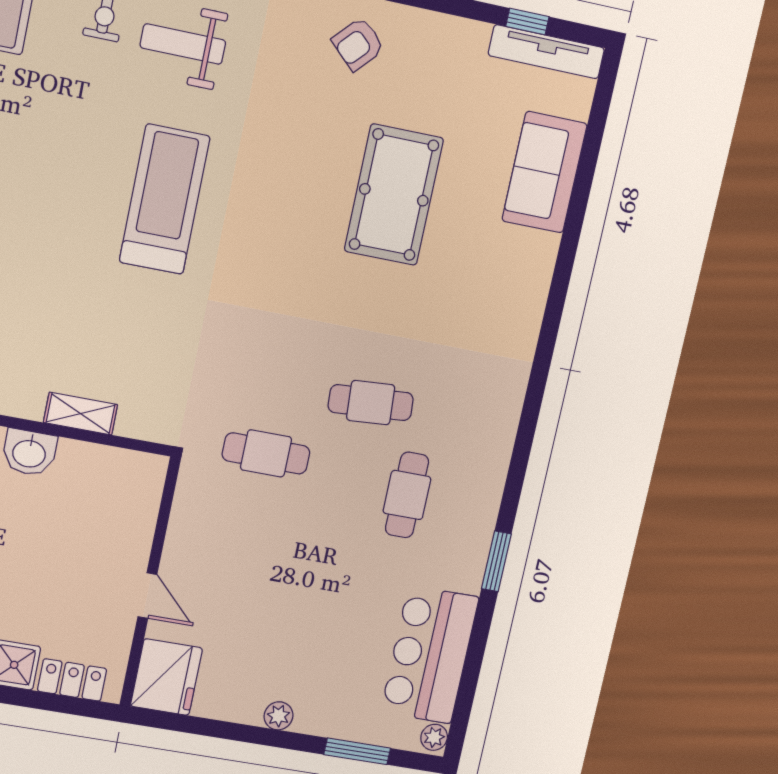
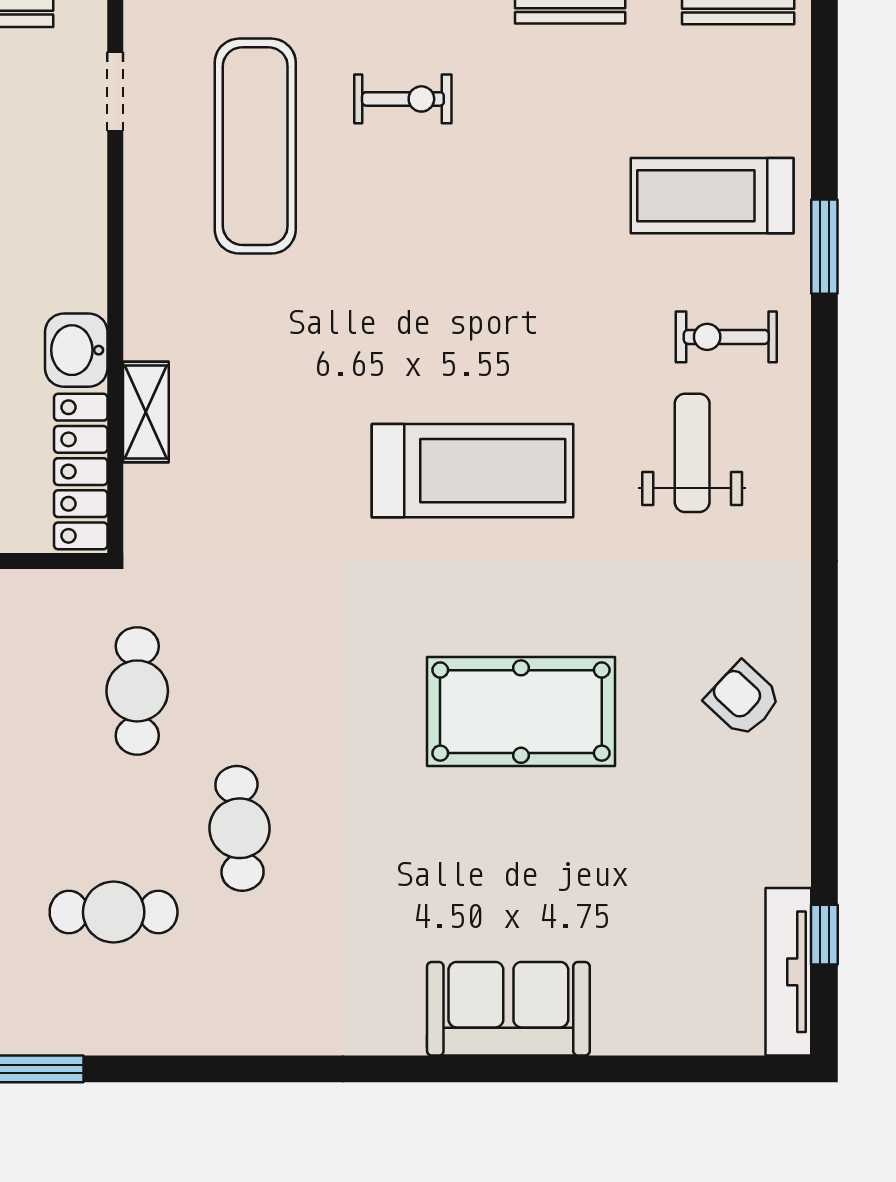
sofa: (545, 172) -> (508, 1009), moved
pool table: (394, 195) -> (521, 712), moved
locker: (112, 464) -> (81, 472), added

